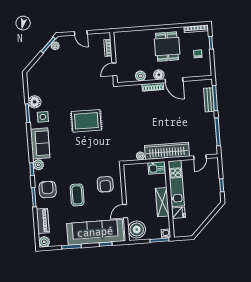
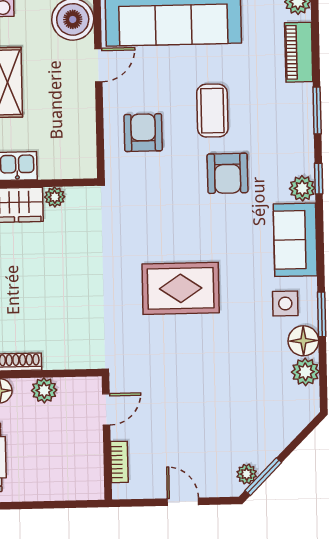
plant: (33, 89) -> (305, 372), added
armchair: (48, 189) -> (228, 173), moved

